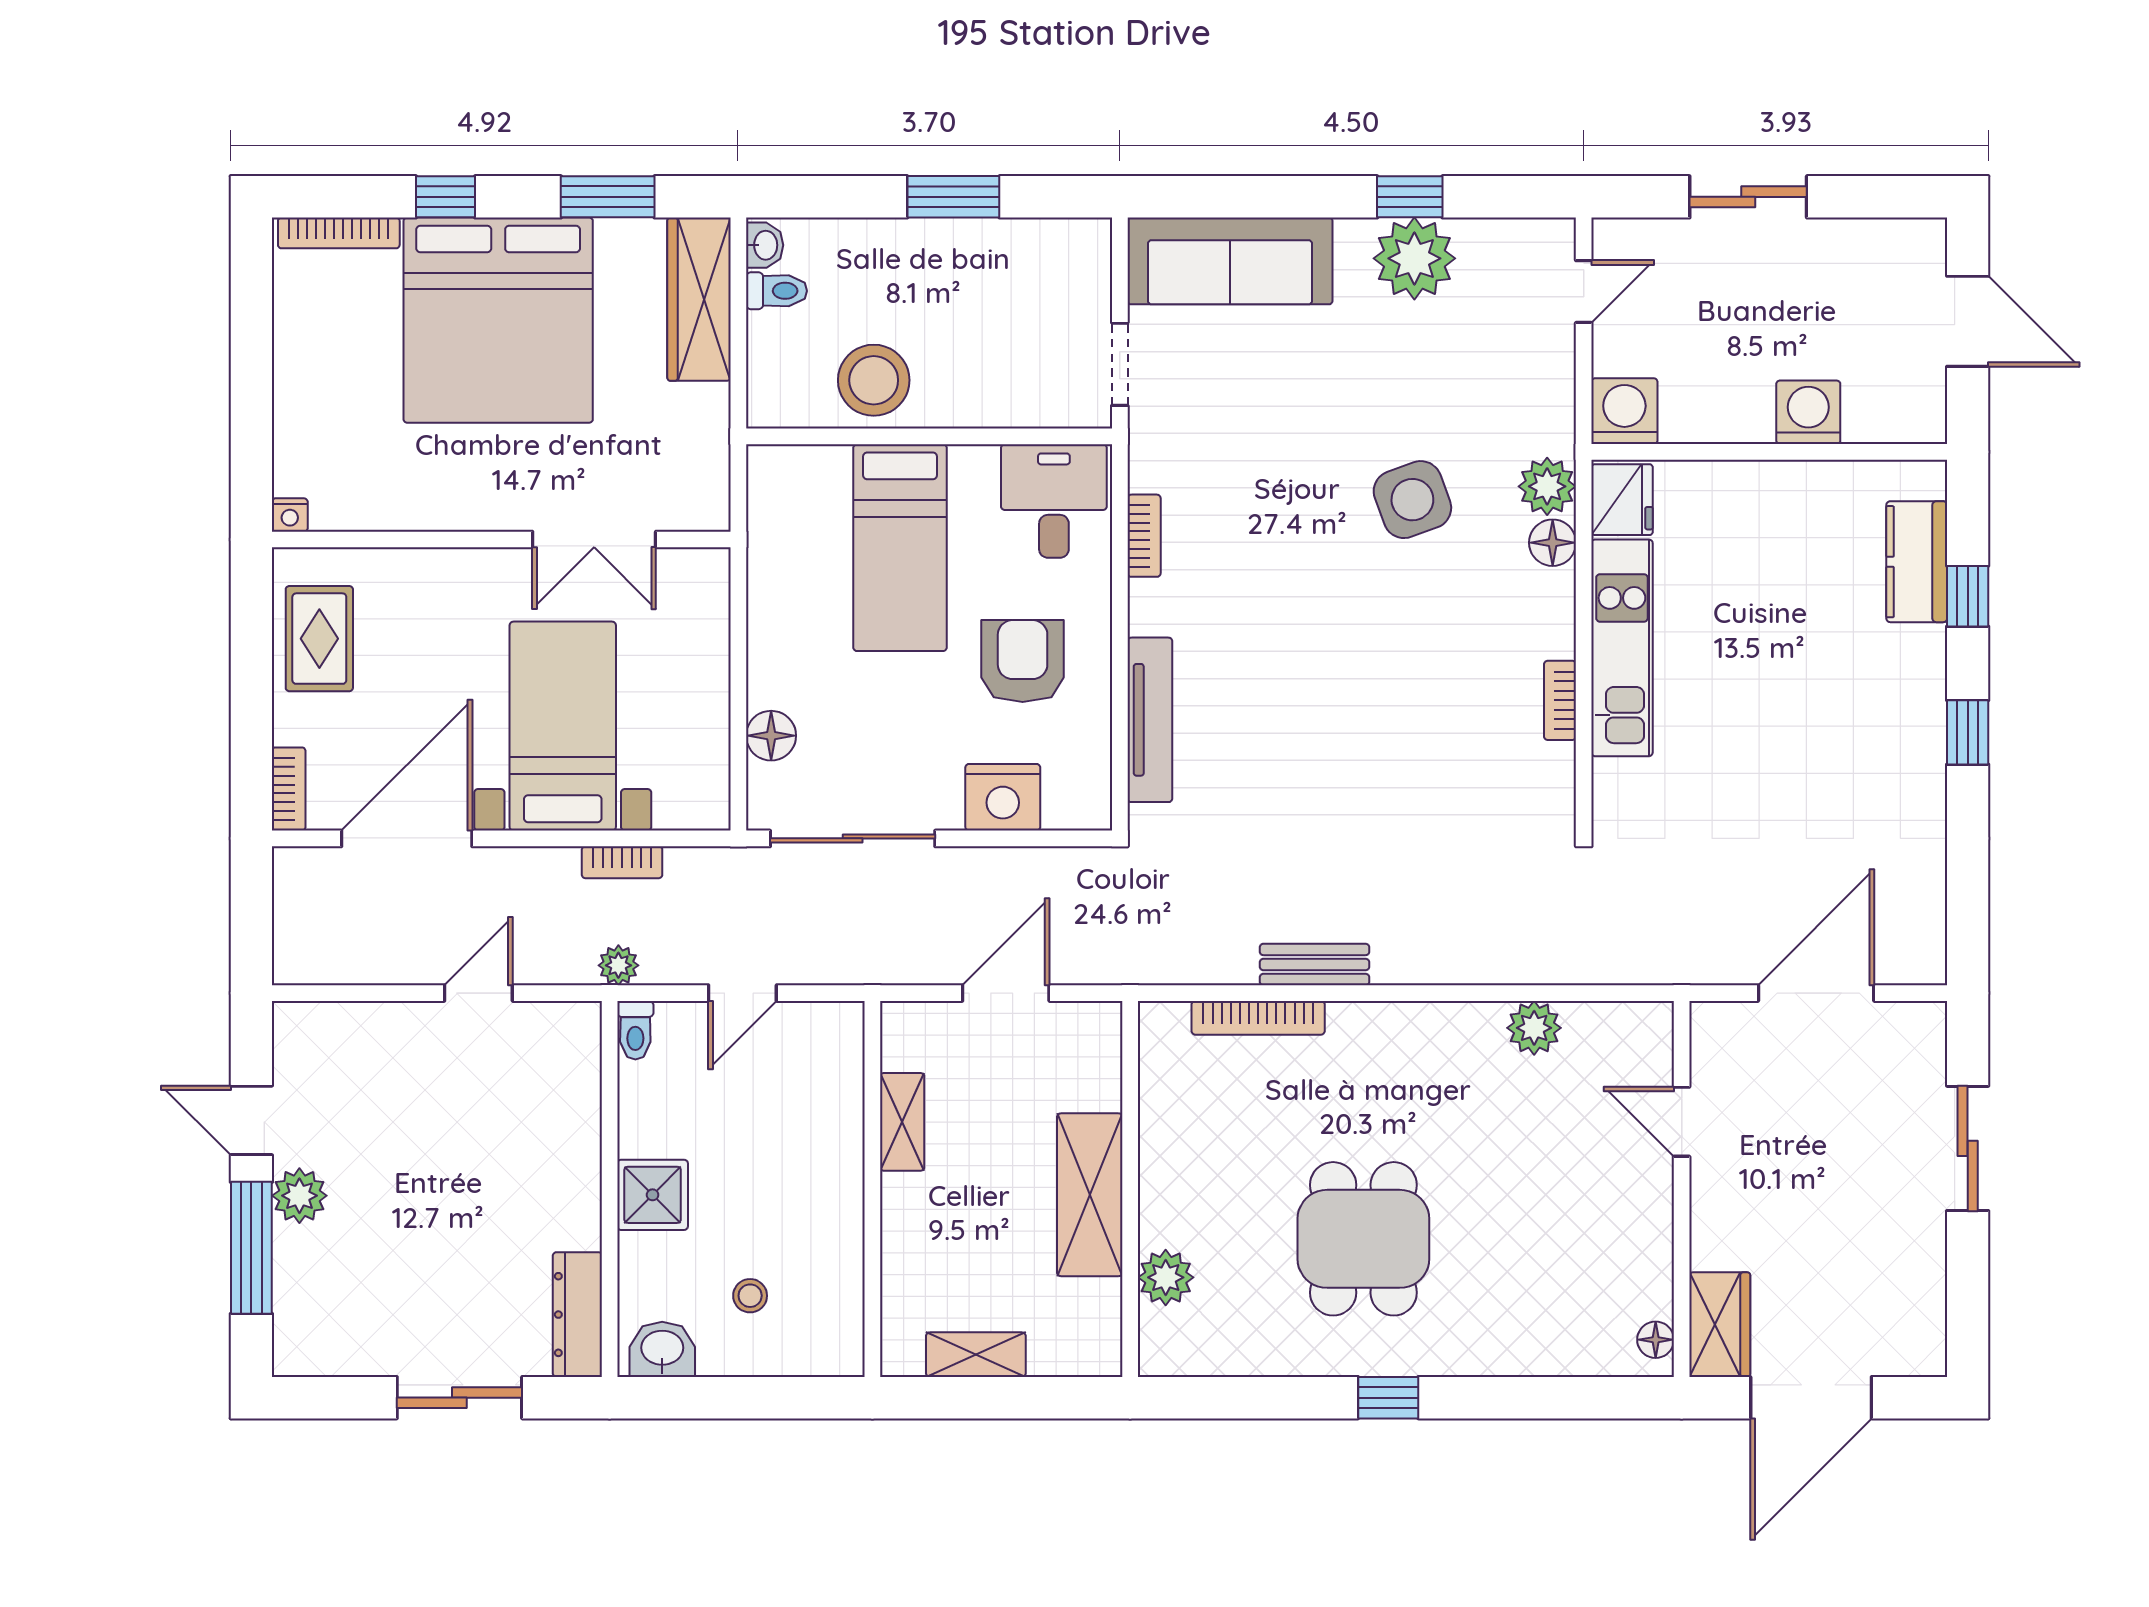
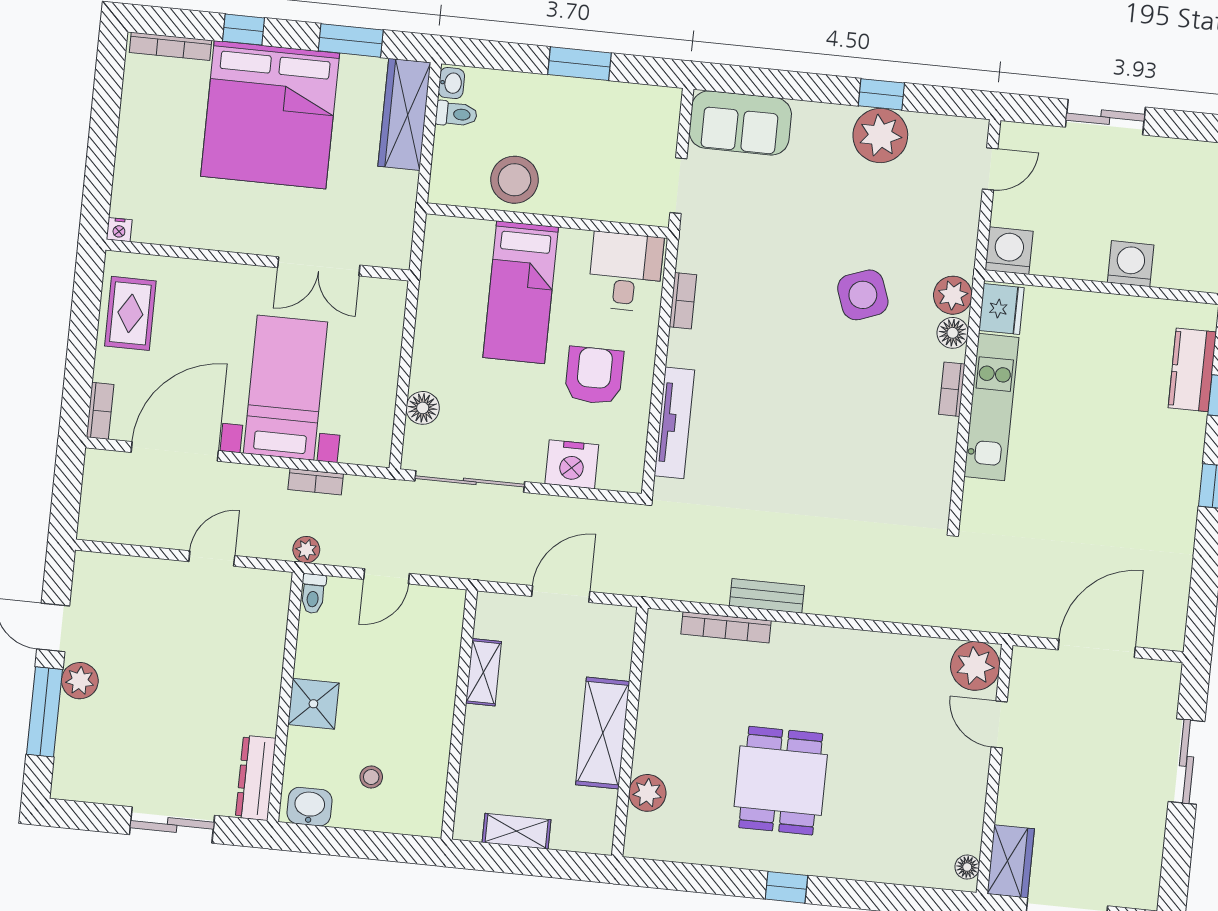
sofa: (1230, 261) -> (740, 123), width x0.73
bookcase: (1560, 700) -> (952, 389), moved
plant: (1534, 1028) -> (975, 666), moved, width x1.36, depth x1.36

